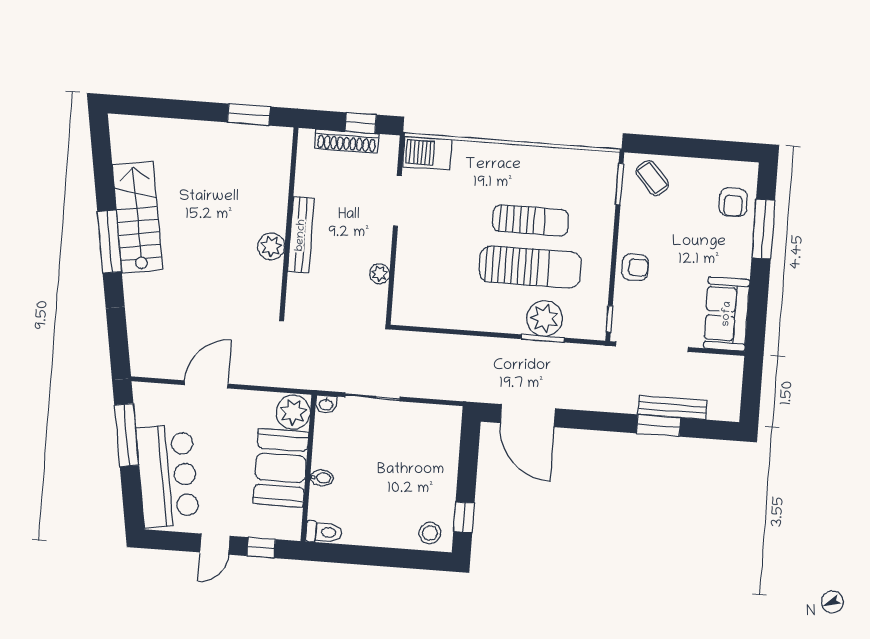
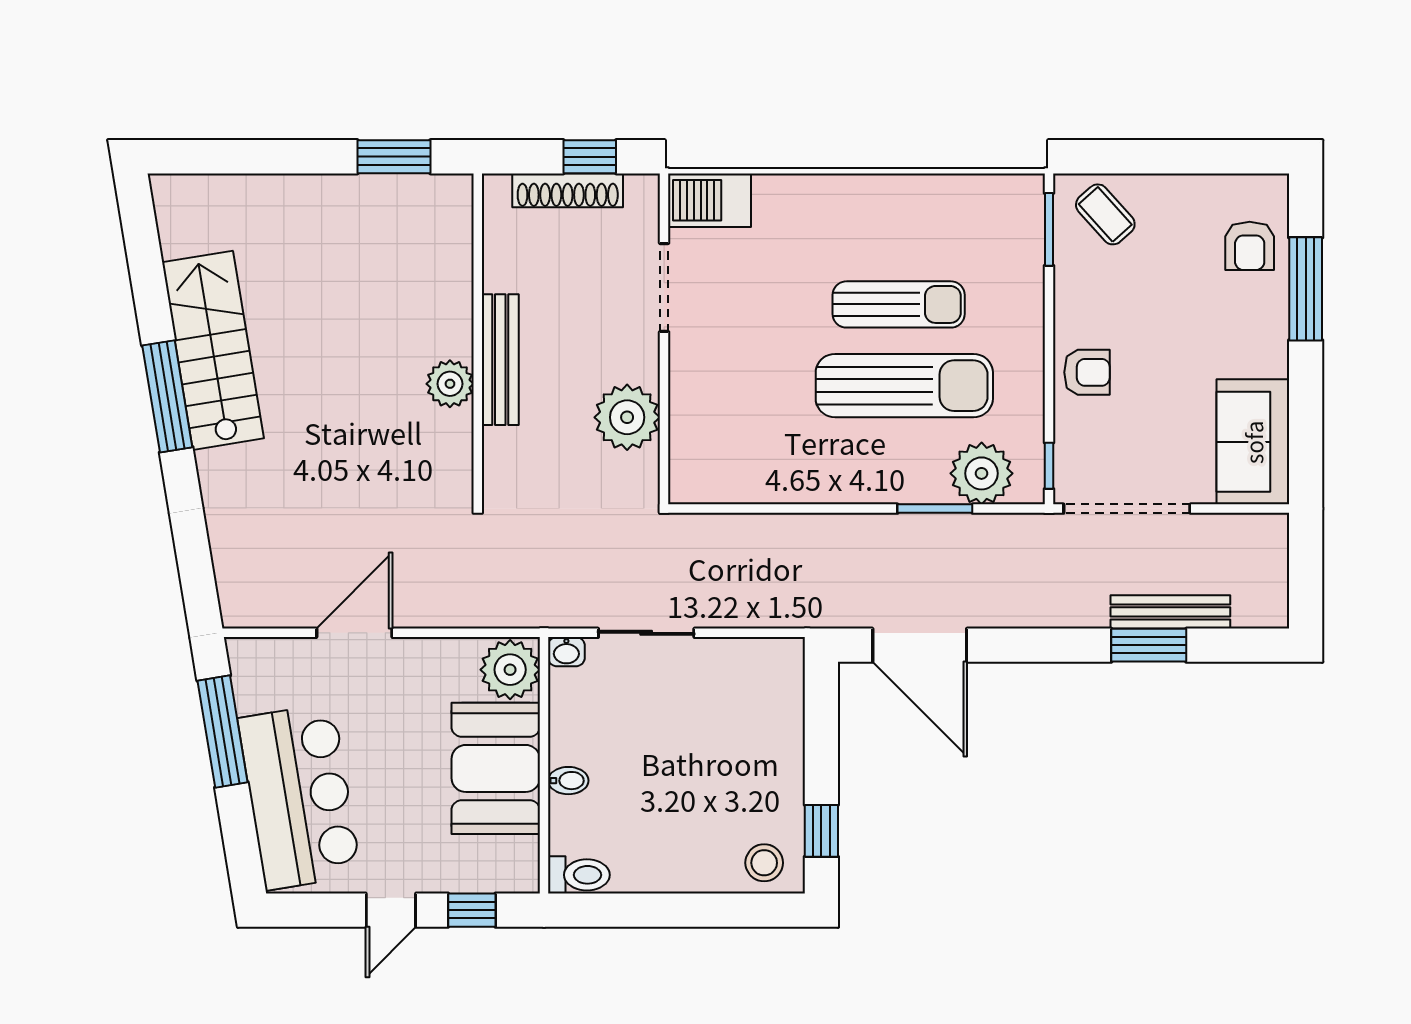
plant: (380, 274) -> (627, 417), width x1.88, depth x1.88
plant: (544, 318) -> (982, 473), moved

